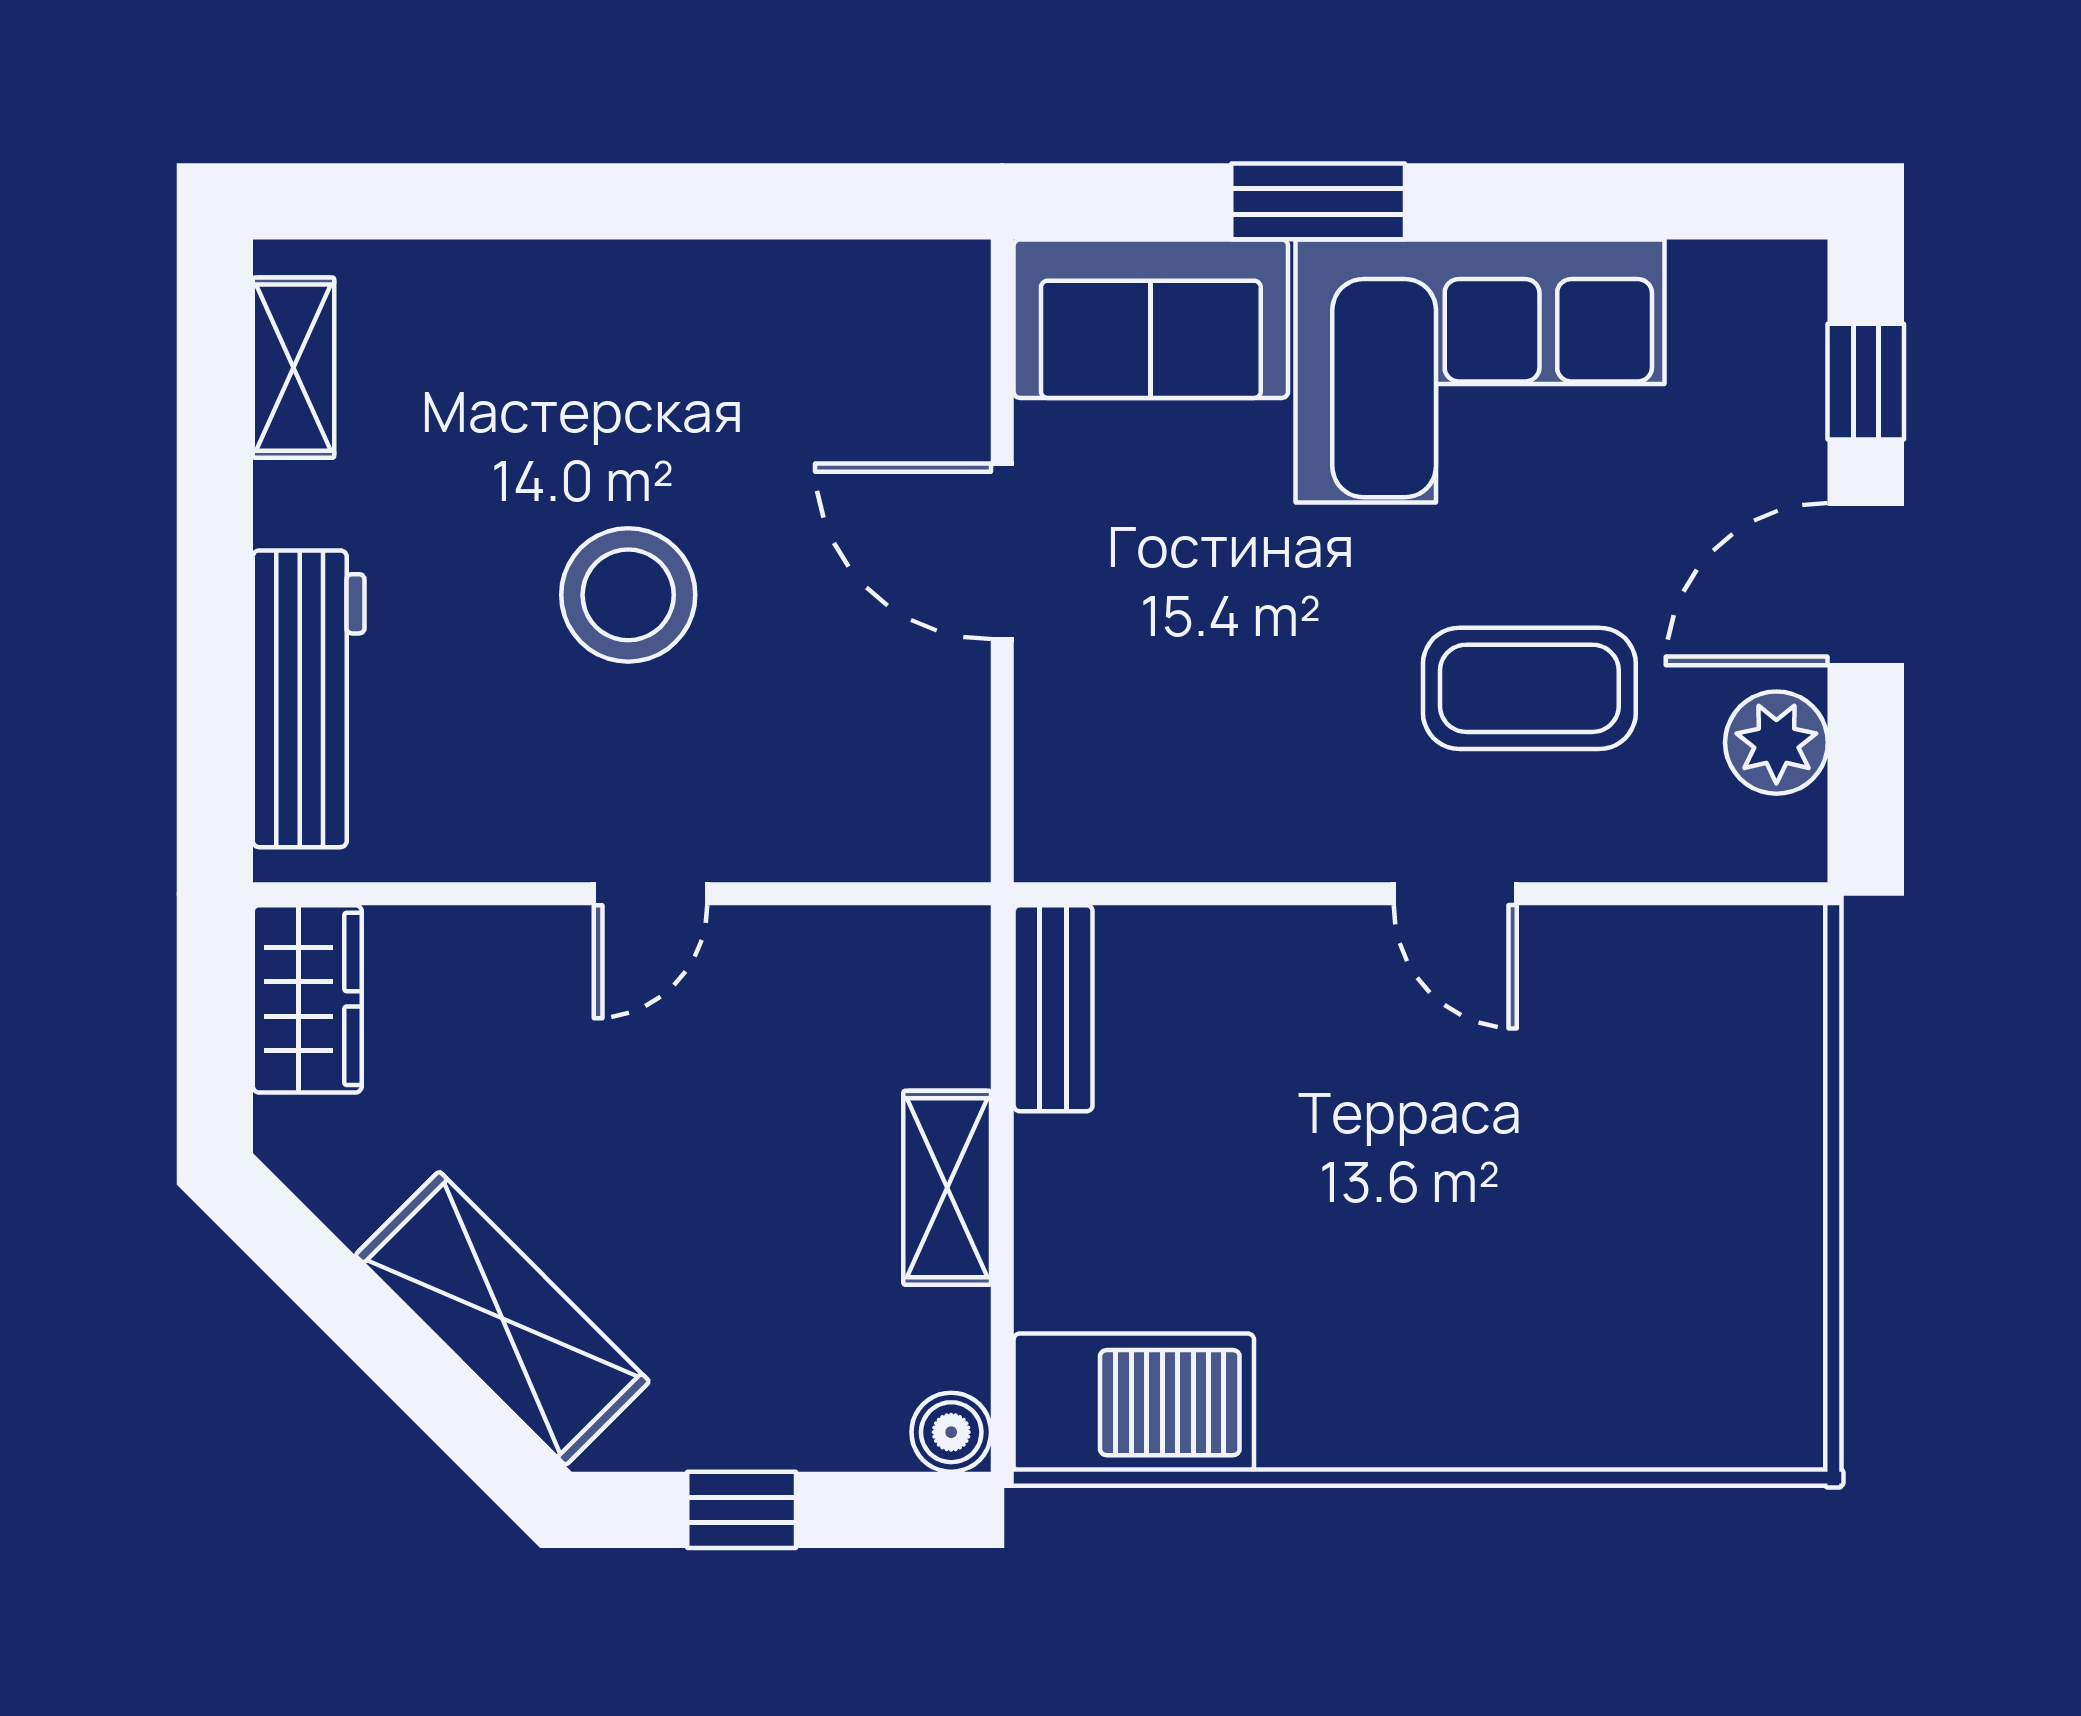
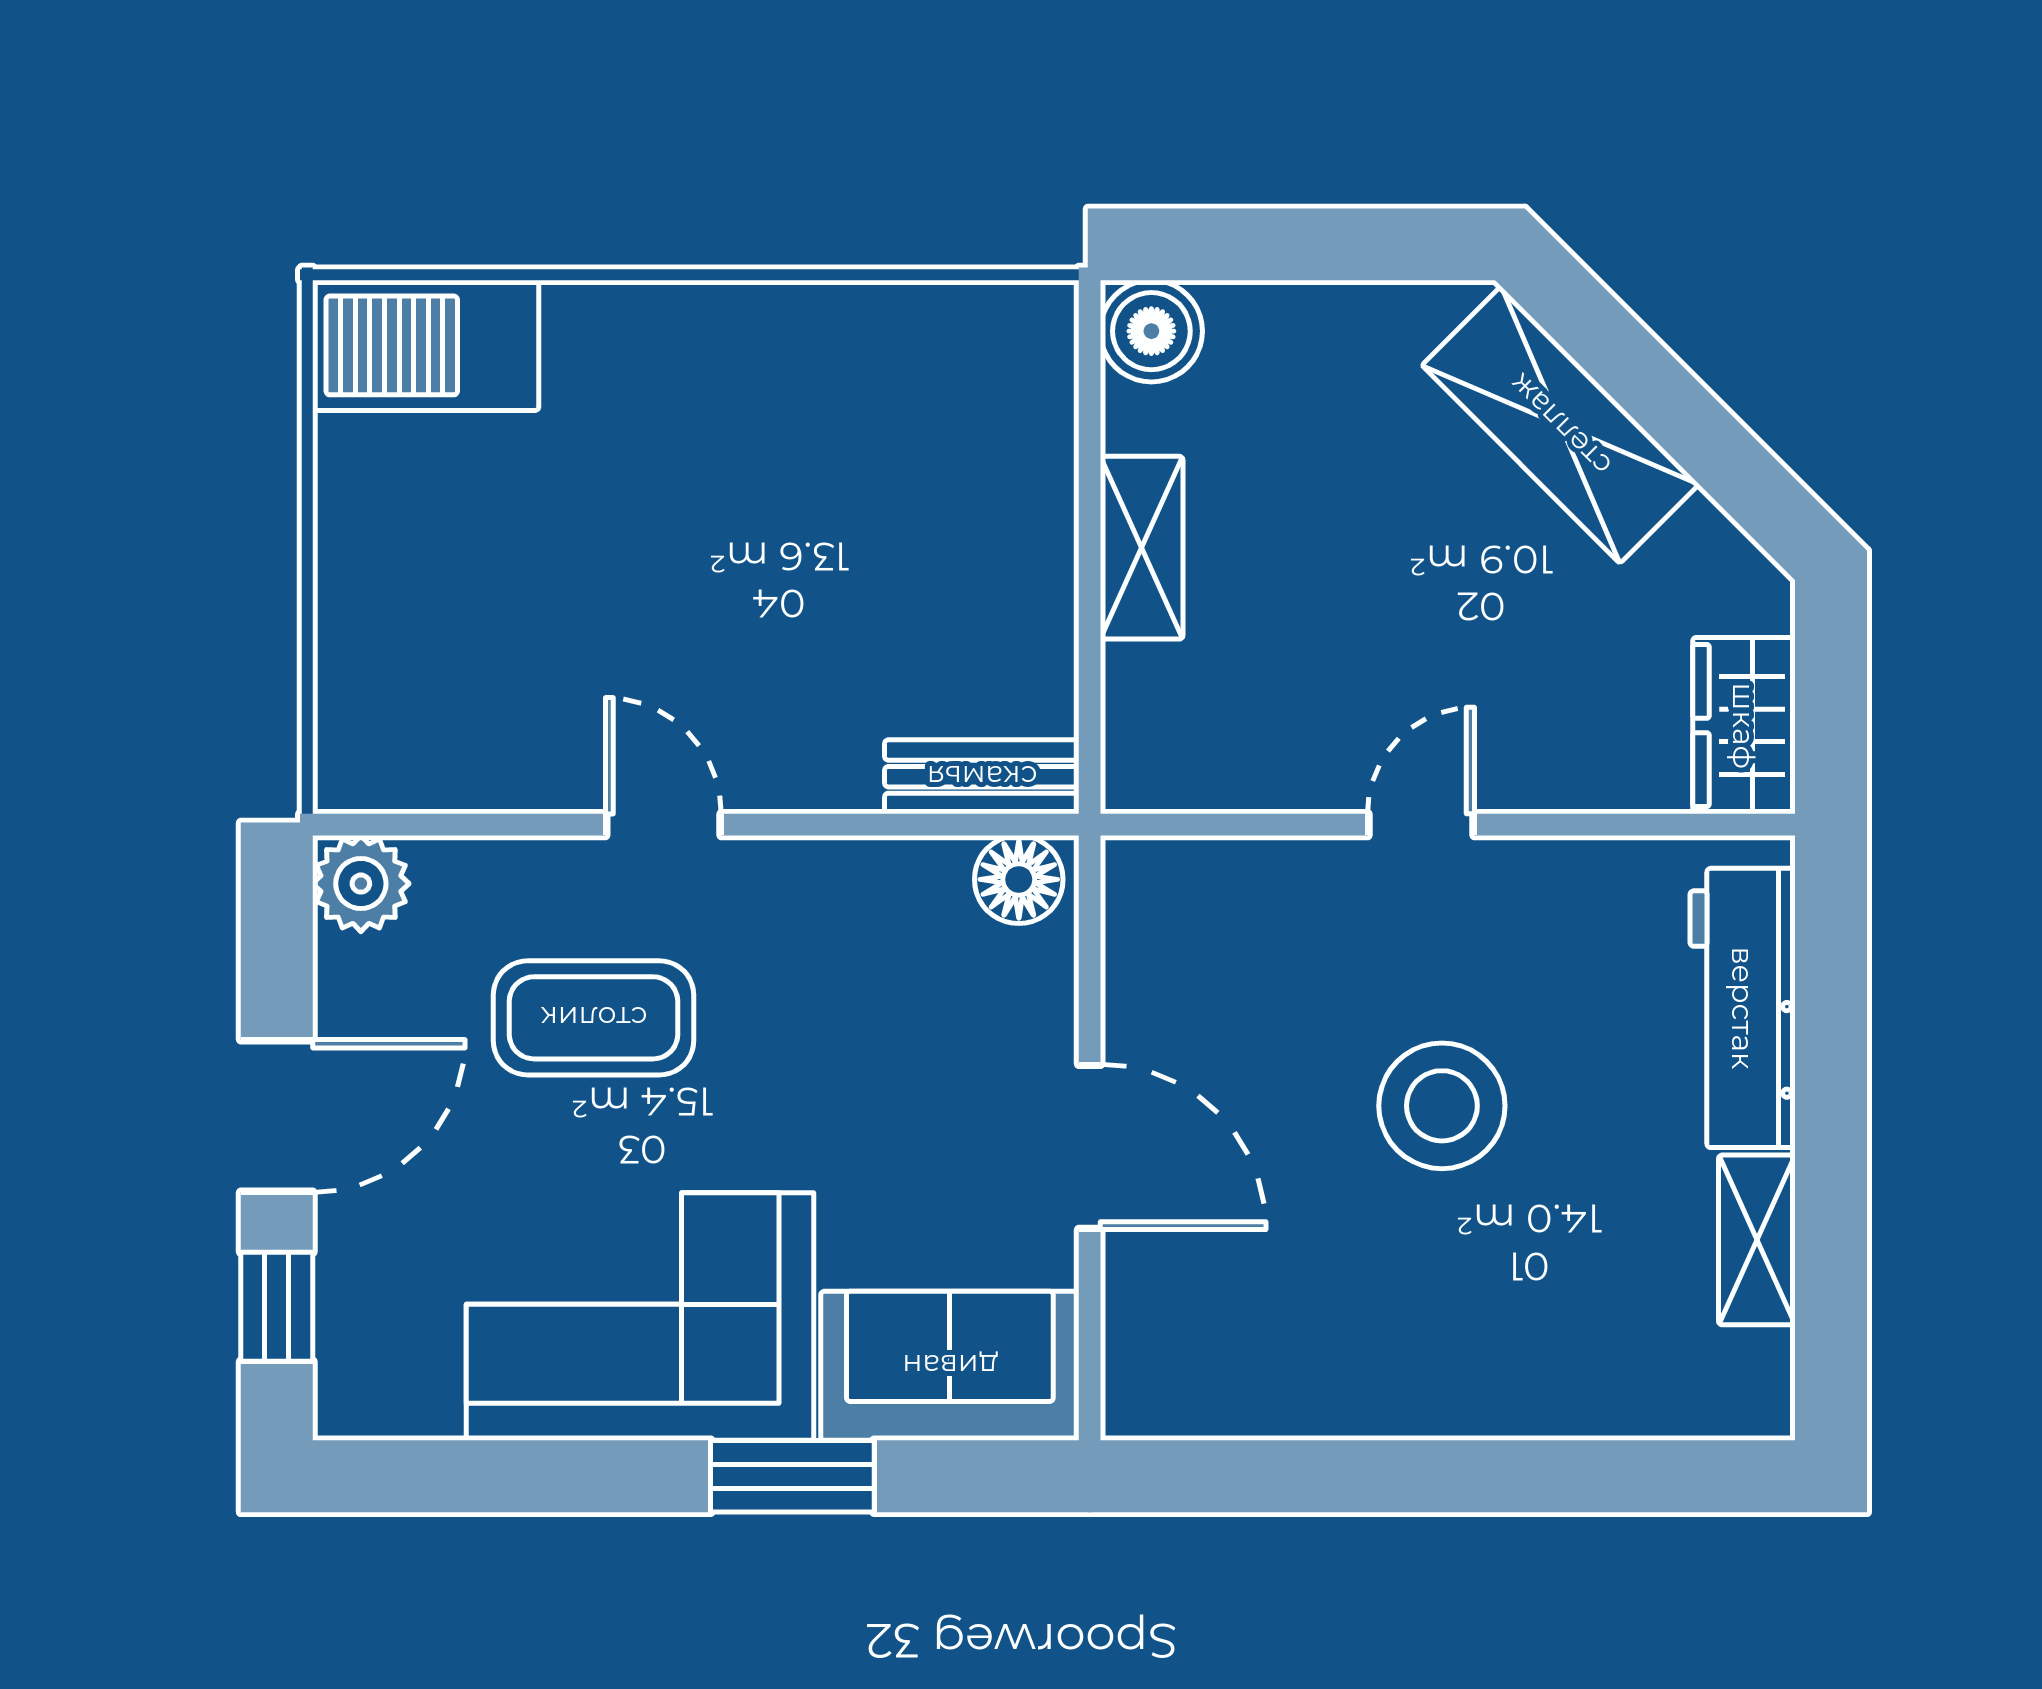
shelving: (294, 368) -> (1757, 1240), moved
plant: (1776, 743) -> (361, 884), moved
floor lamp: (1078, 835) -> (1019, 879), added
bench: (1053, 1008) -> (982, 777), moved, turned 90
barbecue: (1134, 1403) -> (426, 345), moved
boiler: (951, 1432) -> (1151, 331), width x1.36, depth x1.36
window: (742, 1510) -> (1335, 244), removed

